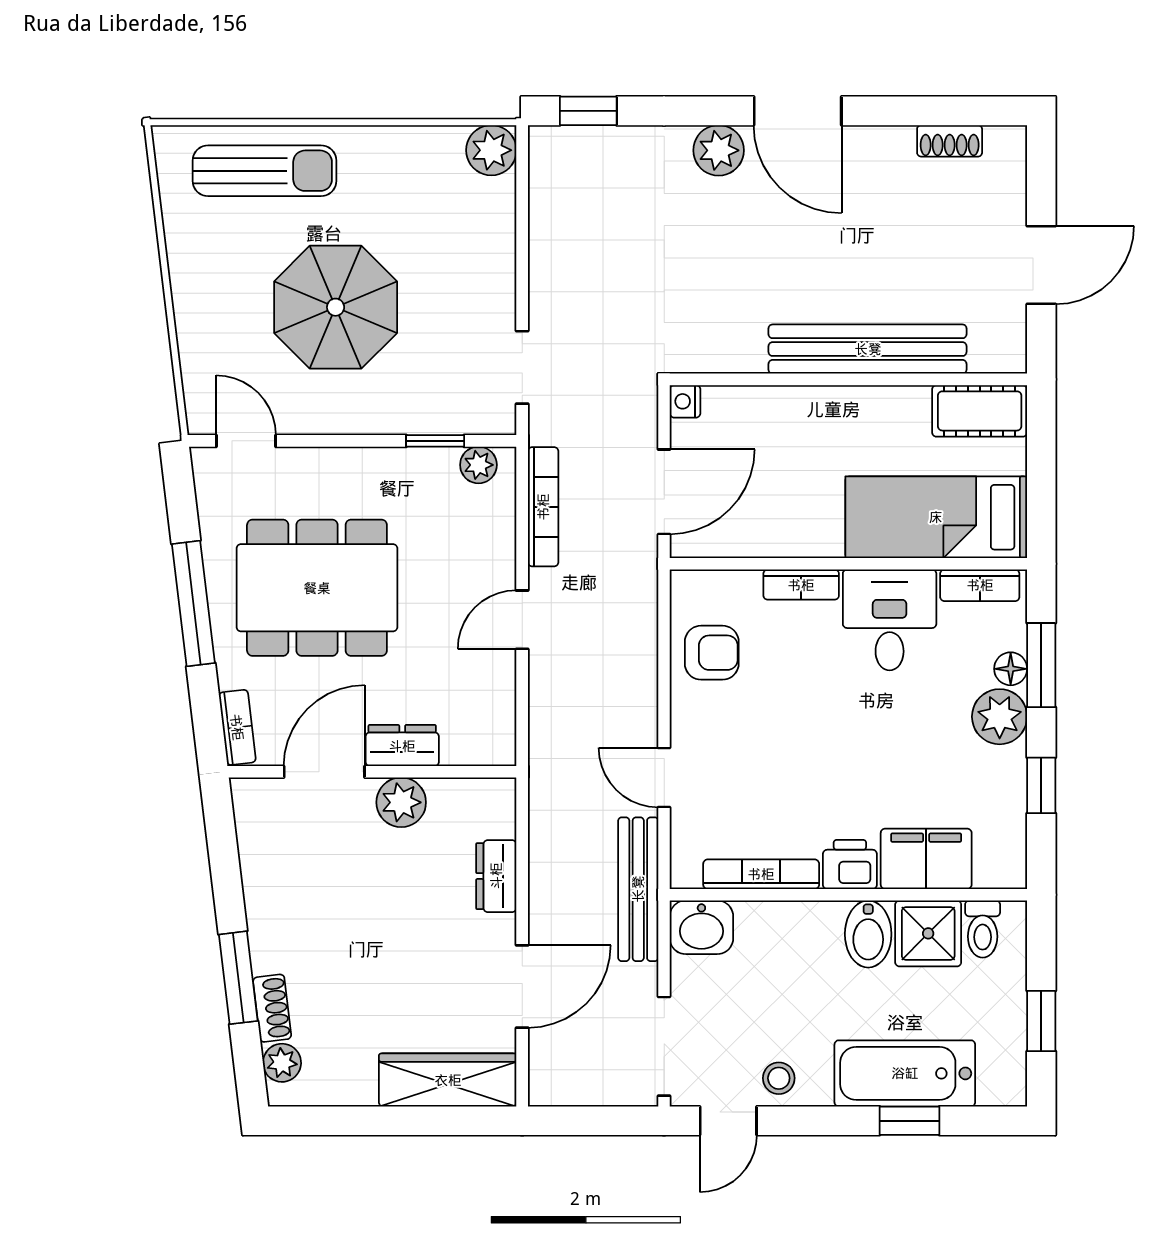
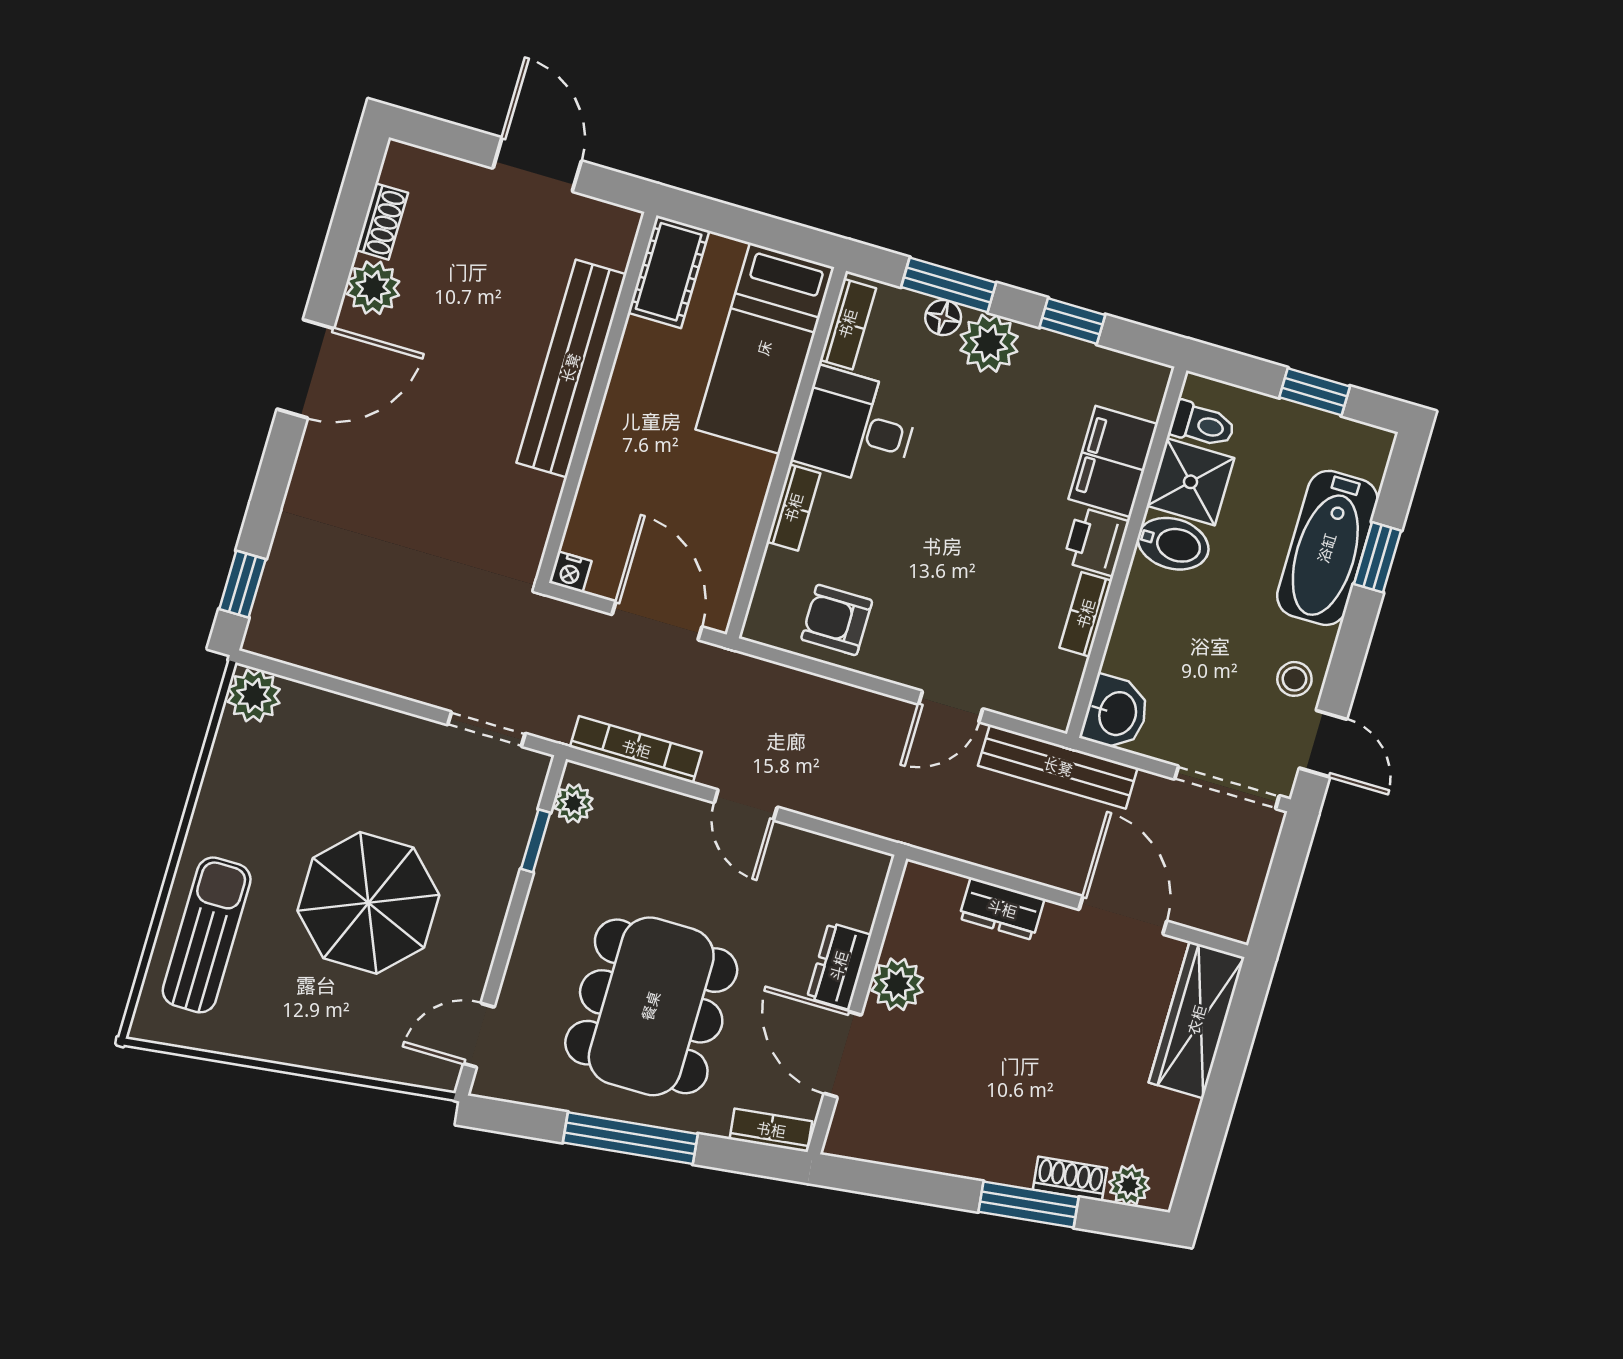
plant: (719, 150) -> (373, 288), moved
armchair: (712, 653) -> (837, 620), turned -90
bookcase: (761, 874) -> (1086, 614), width x0.64

